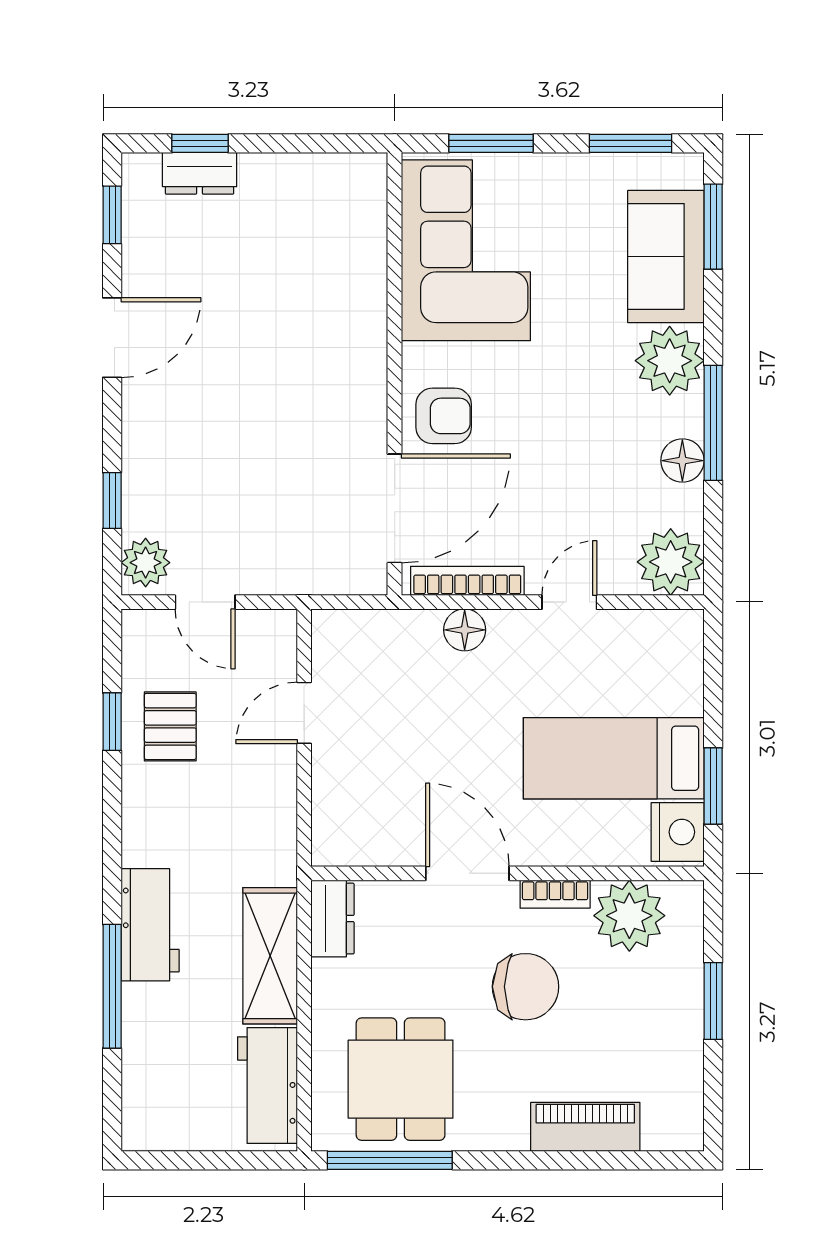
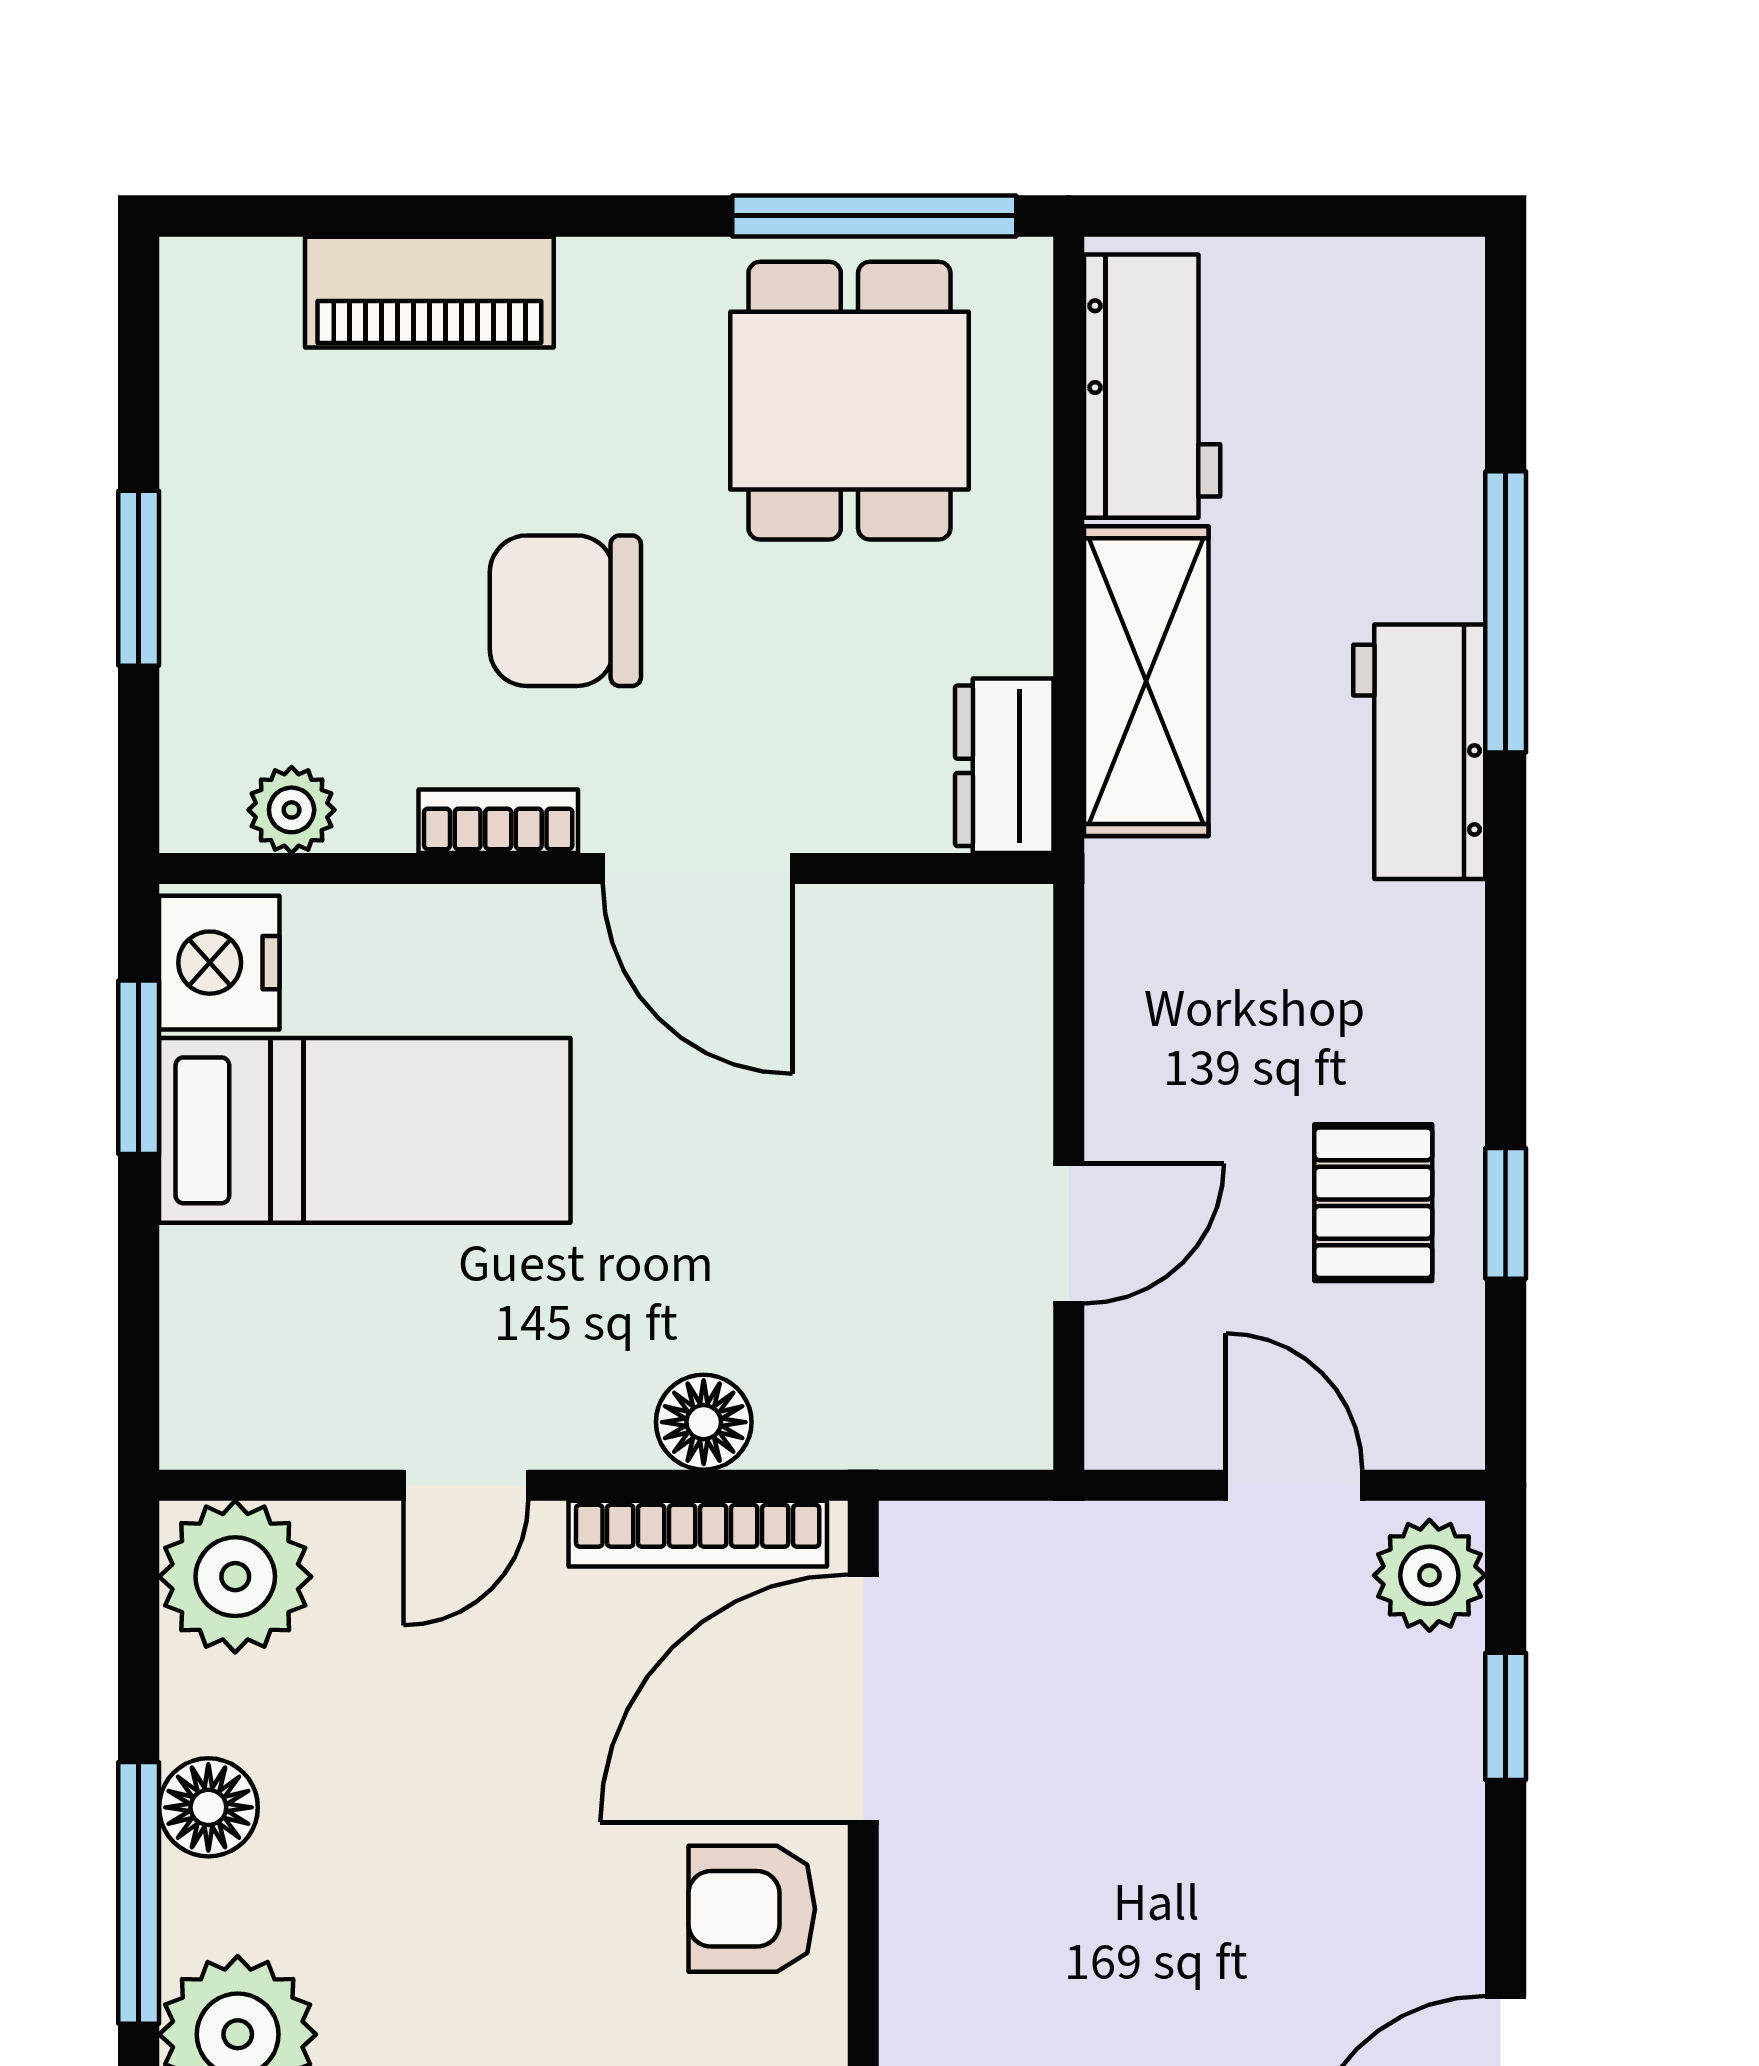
plant: (629, 916) -> (292, 810), width x0.53, depth x0.53

